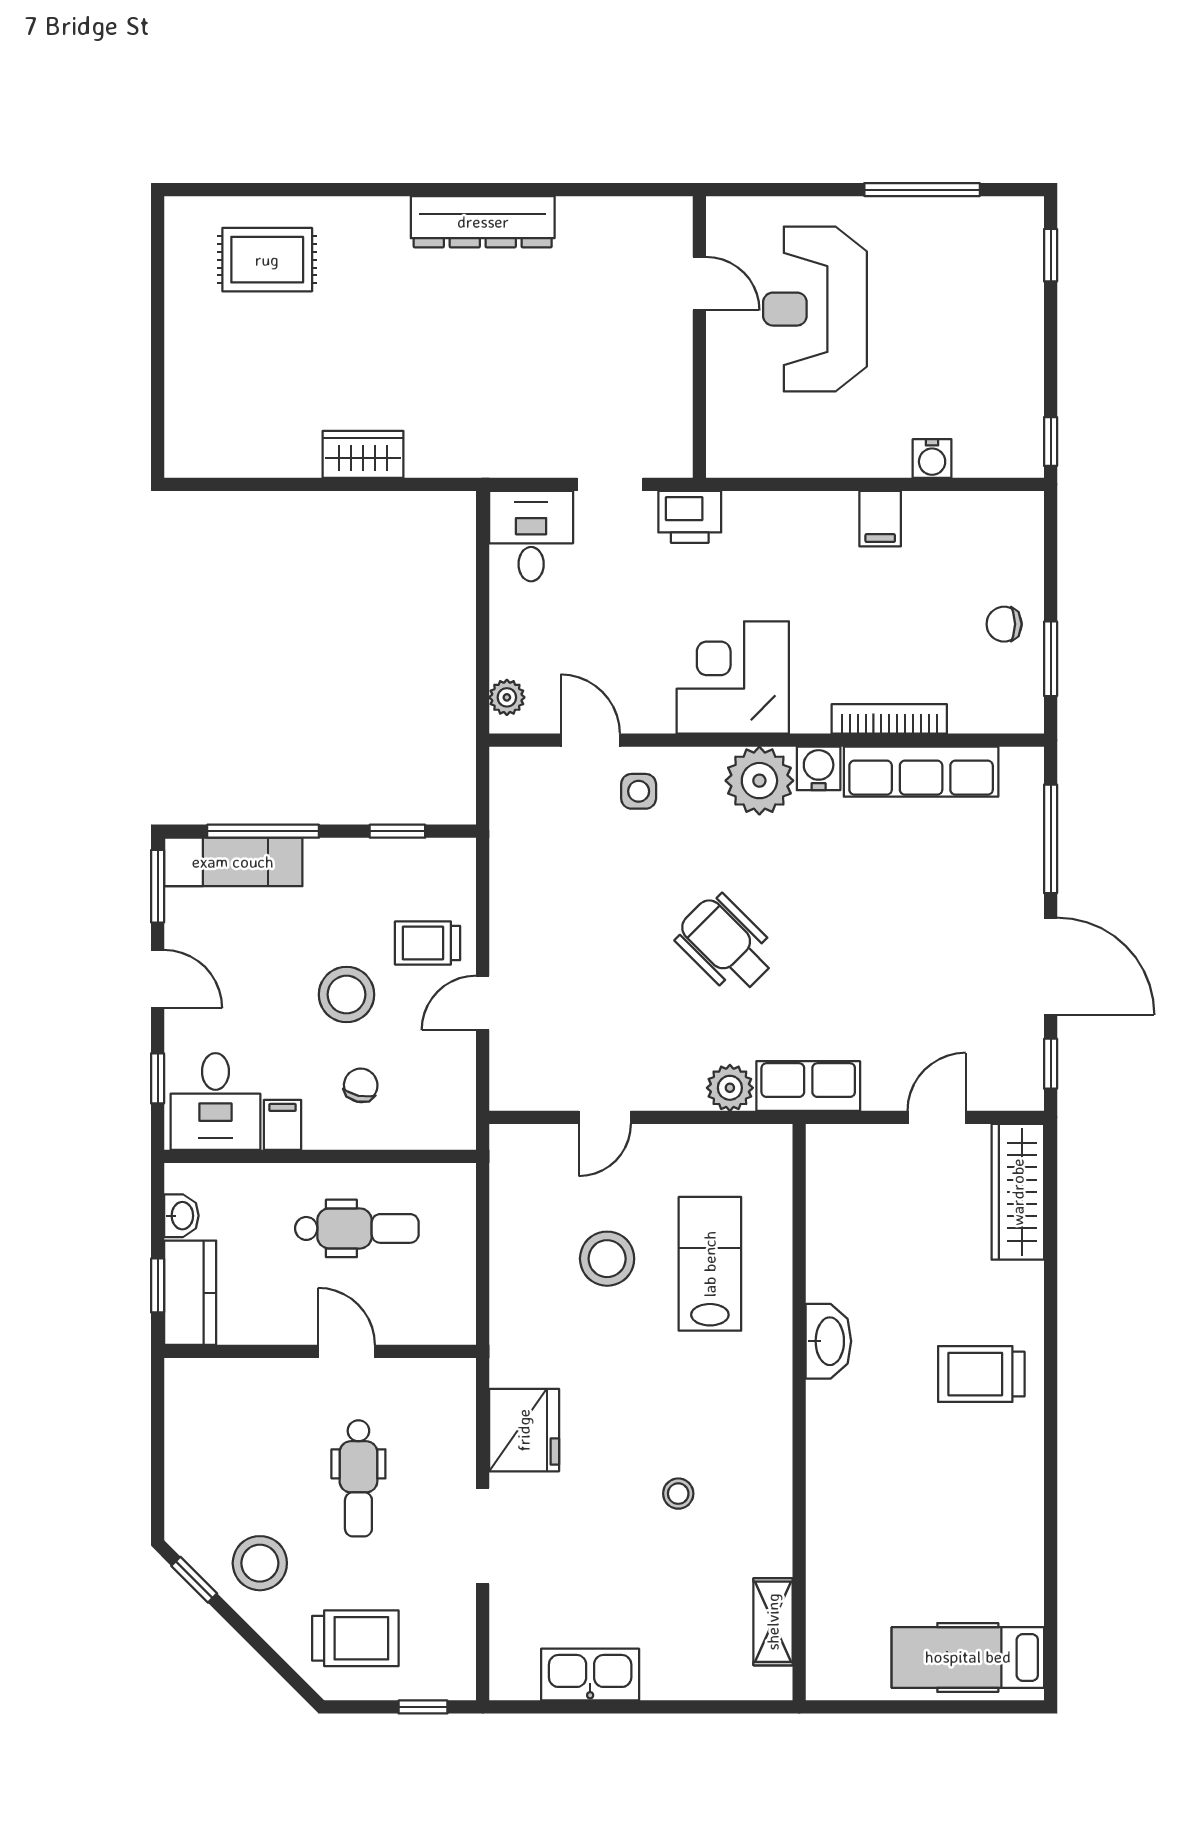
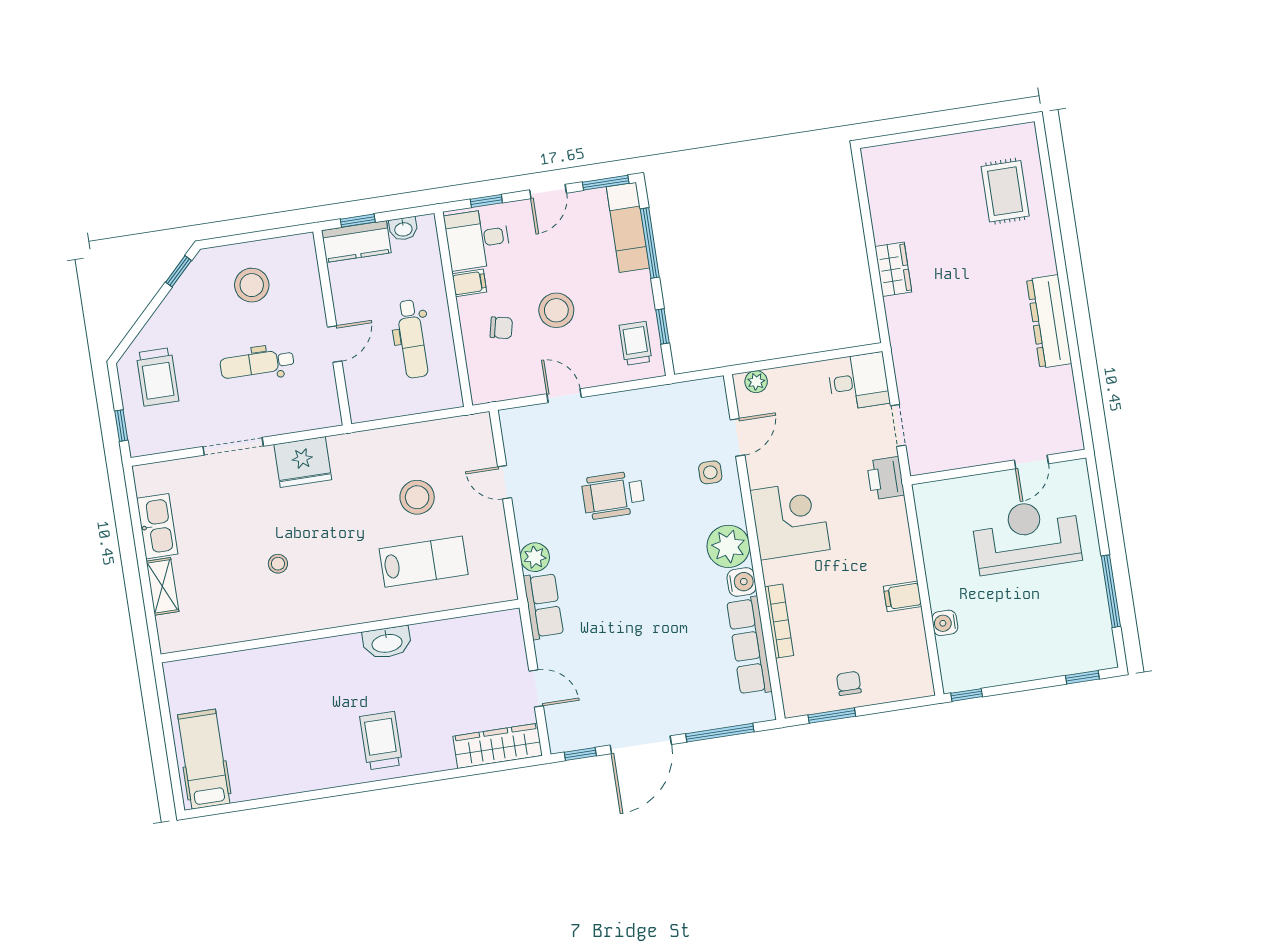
trolley: (427, 943) -> (636, 343), moved
wheelchair: (726, 944) -> (613, 495), moved, turned -135
stool: (260, 1563) -> (252, 285), moved
shelving: (773, 1622) -> (162, 586), moved, turned 90

